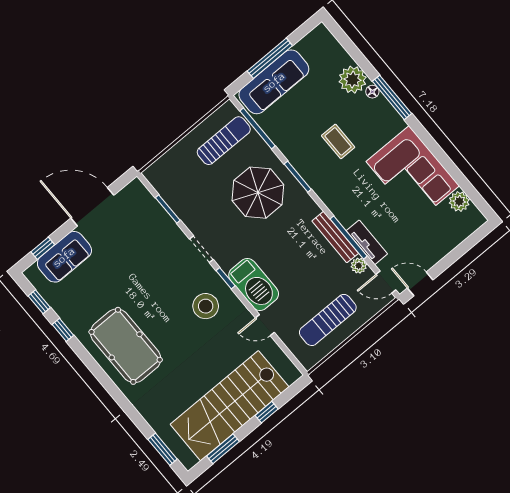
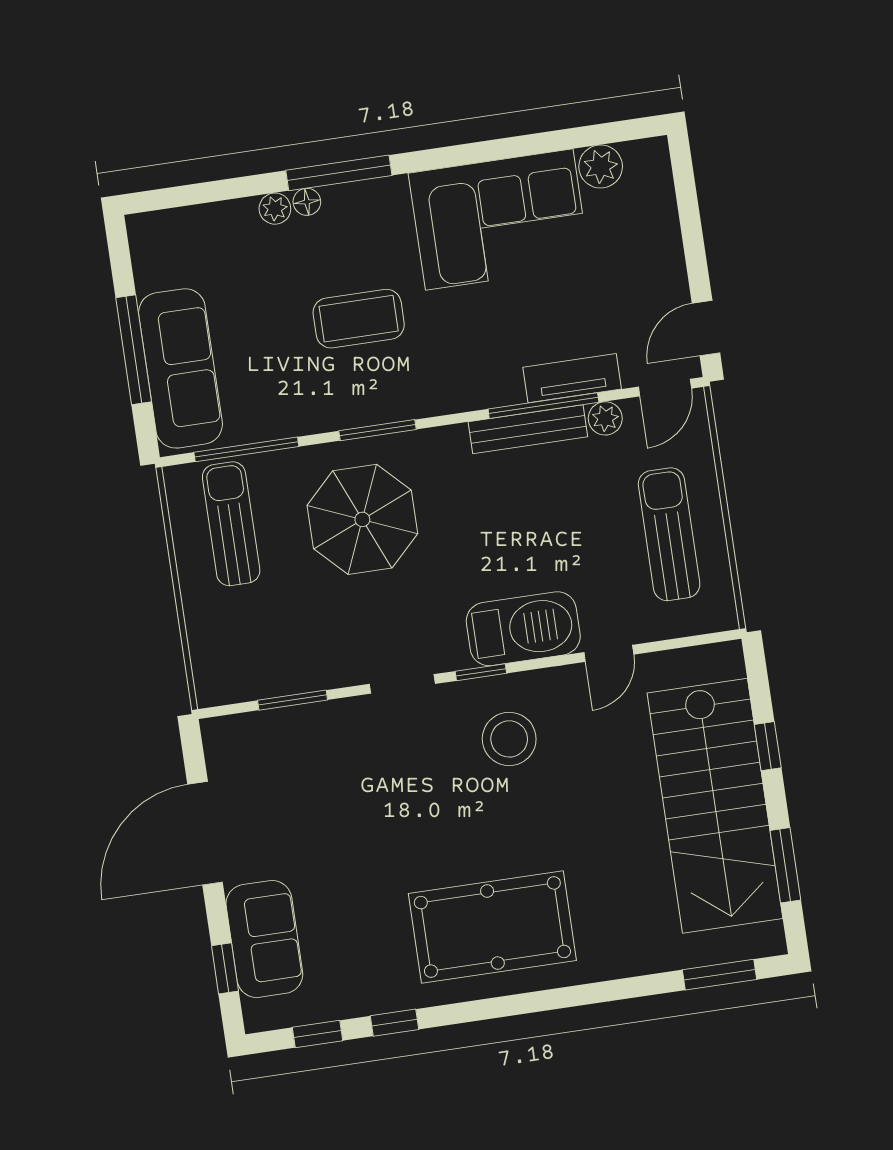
plant: (353, 80) -> (275, 209), width x0.53, depth x0.53
coffee table: (338, 141) -> (359, 319), width x1.36, depth x1.30
sun lounger: (328, 320) -> (669, 534), turned 180

